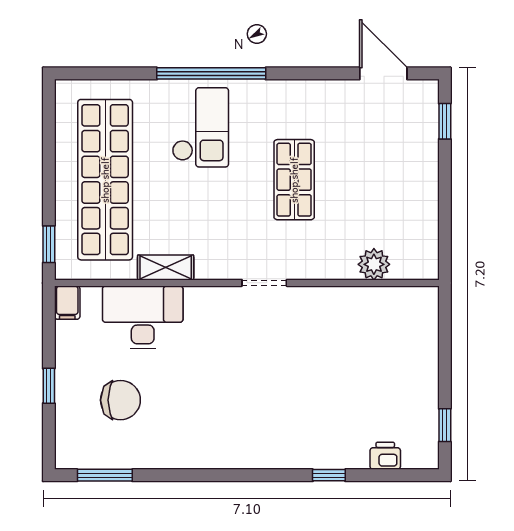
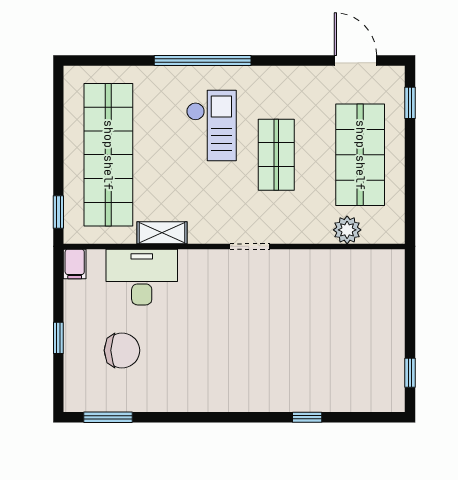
checkout: (200, 127) -> (211, 125), moved
shop shelf: (389, 180) -> (360, 155), added
printer: (385, 456) -> (357, 400), removed

